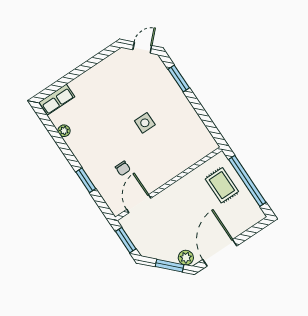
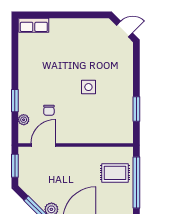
window: (179, 78) -> (136, 109), moved
plant: (64, 131) -> (24, 120), moved
rug: (222, 185) -> (115, 173), turned 90

